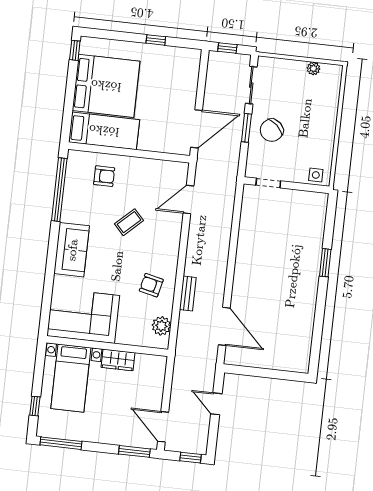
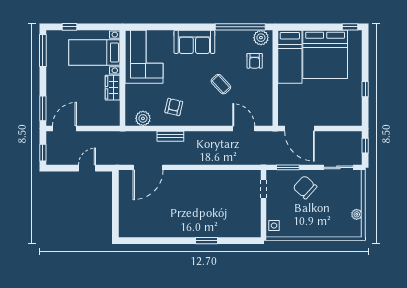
window: (246, 128) -> (288, 167), moved
plant: (76, 165) -> (261, 38), added

